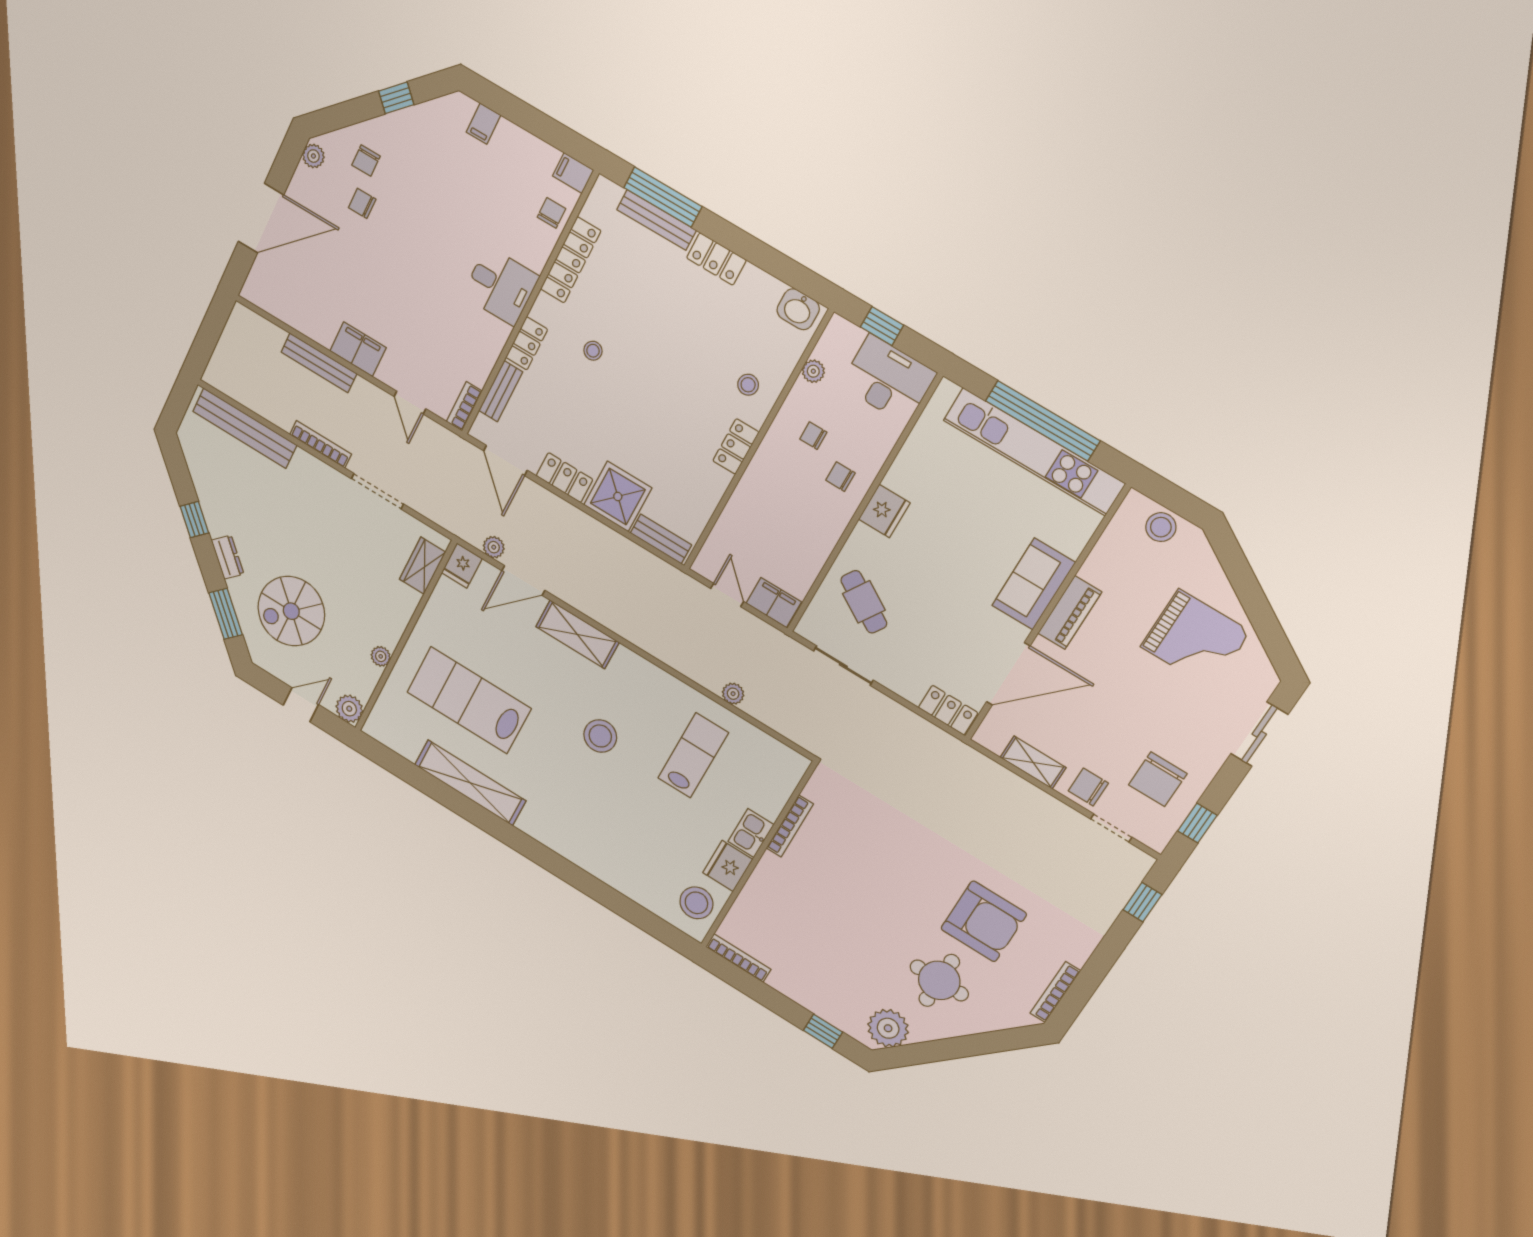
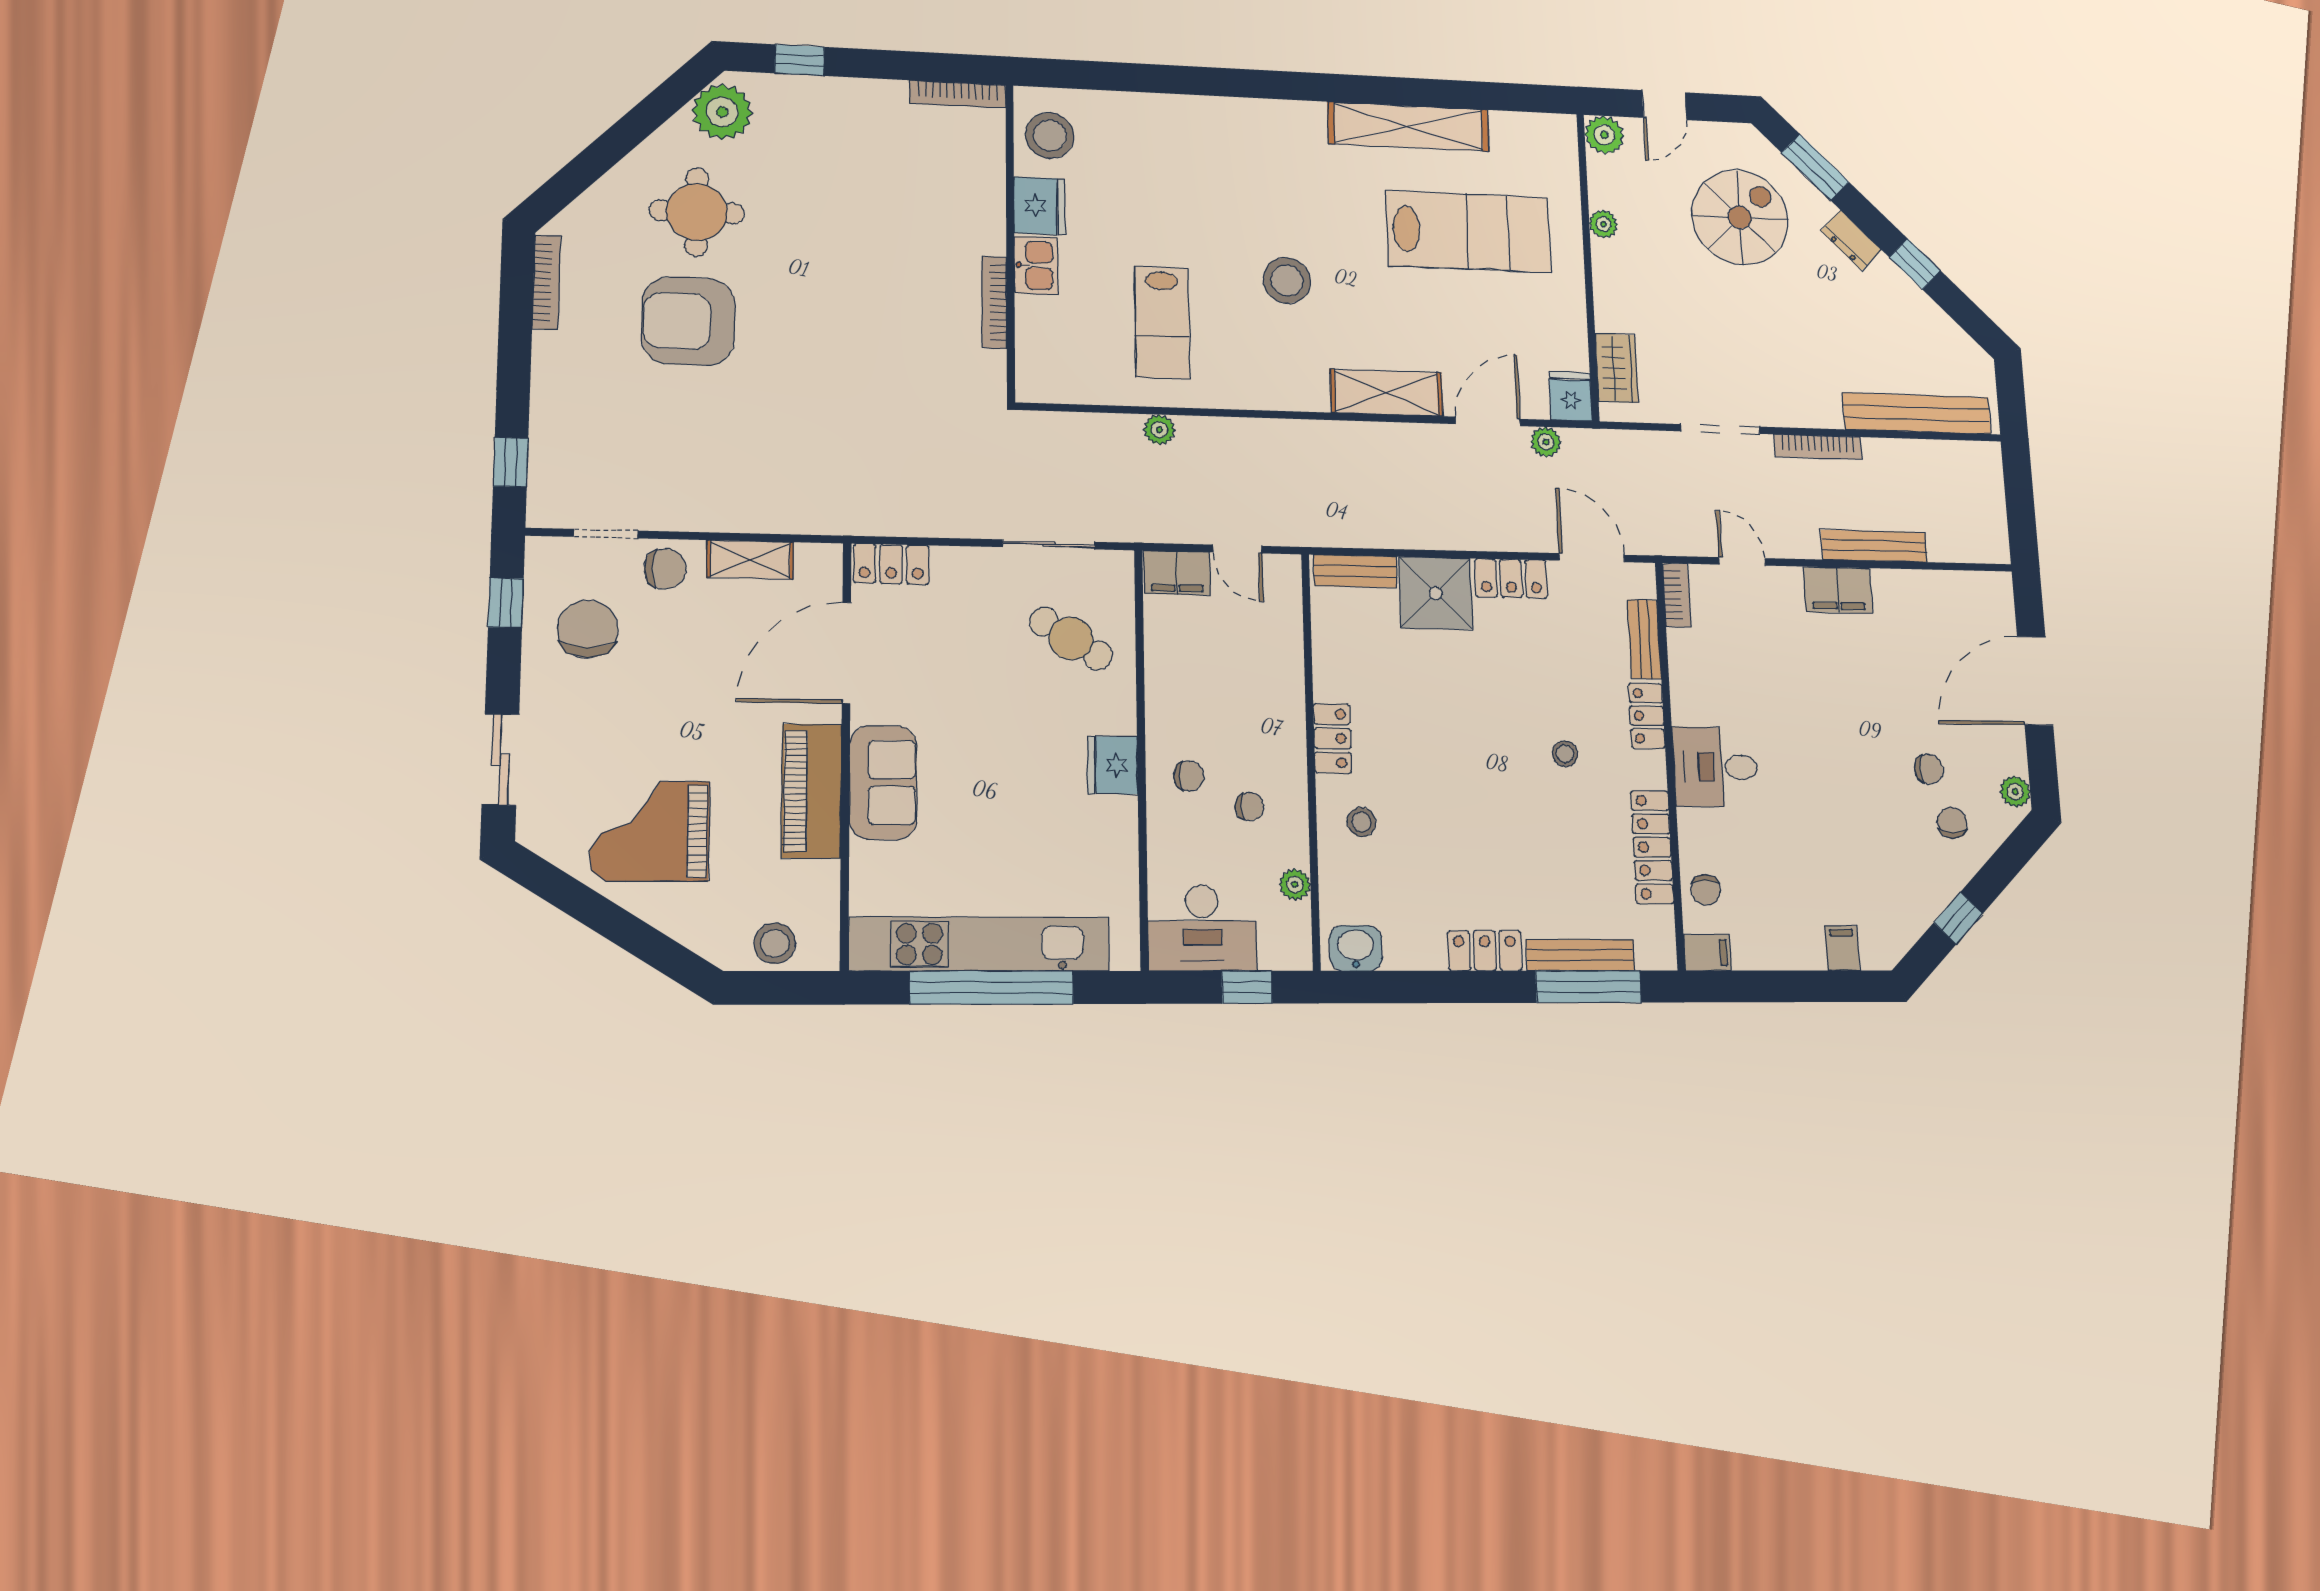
piano: (1070, 613) -> (812, 791), width x1.37, depth x1.33

